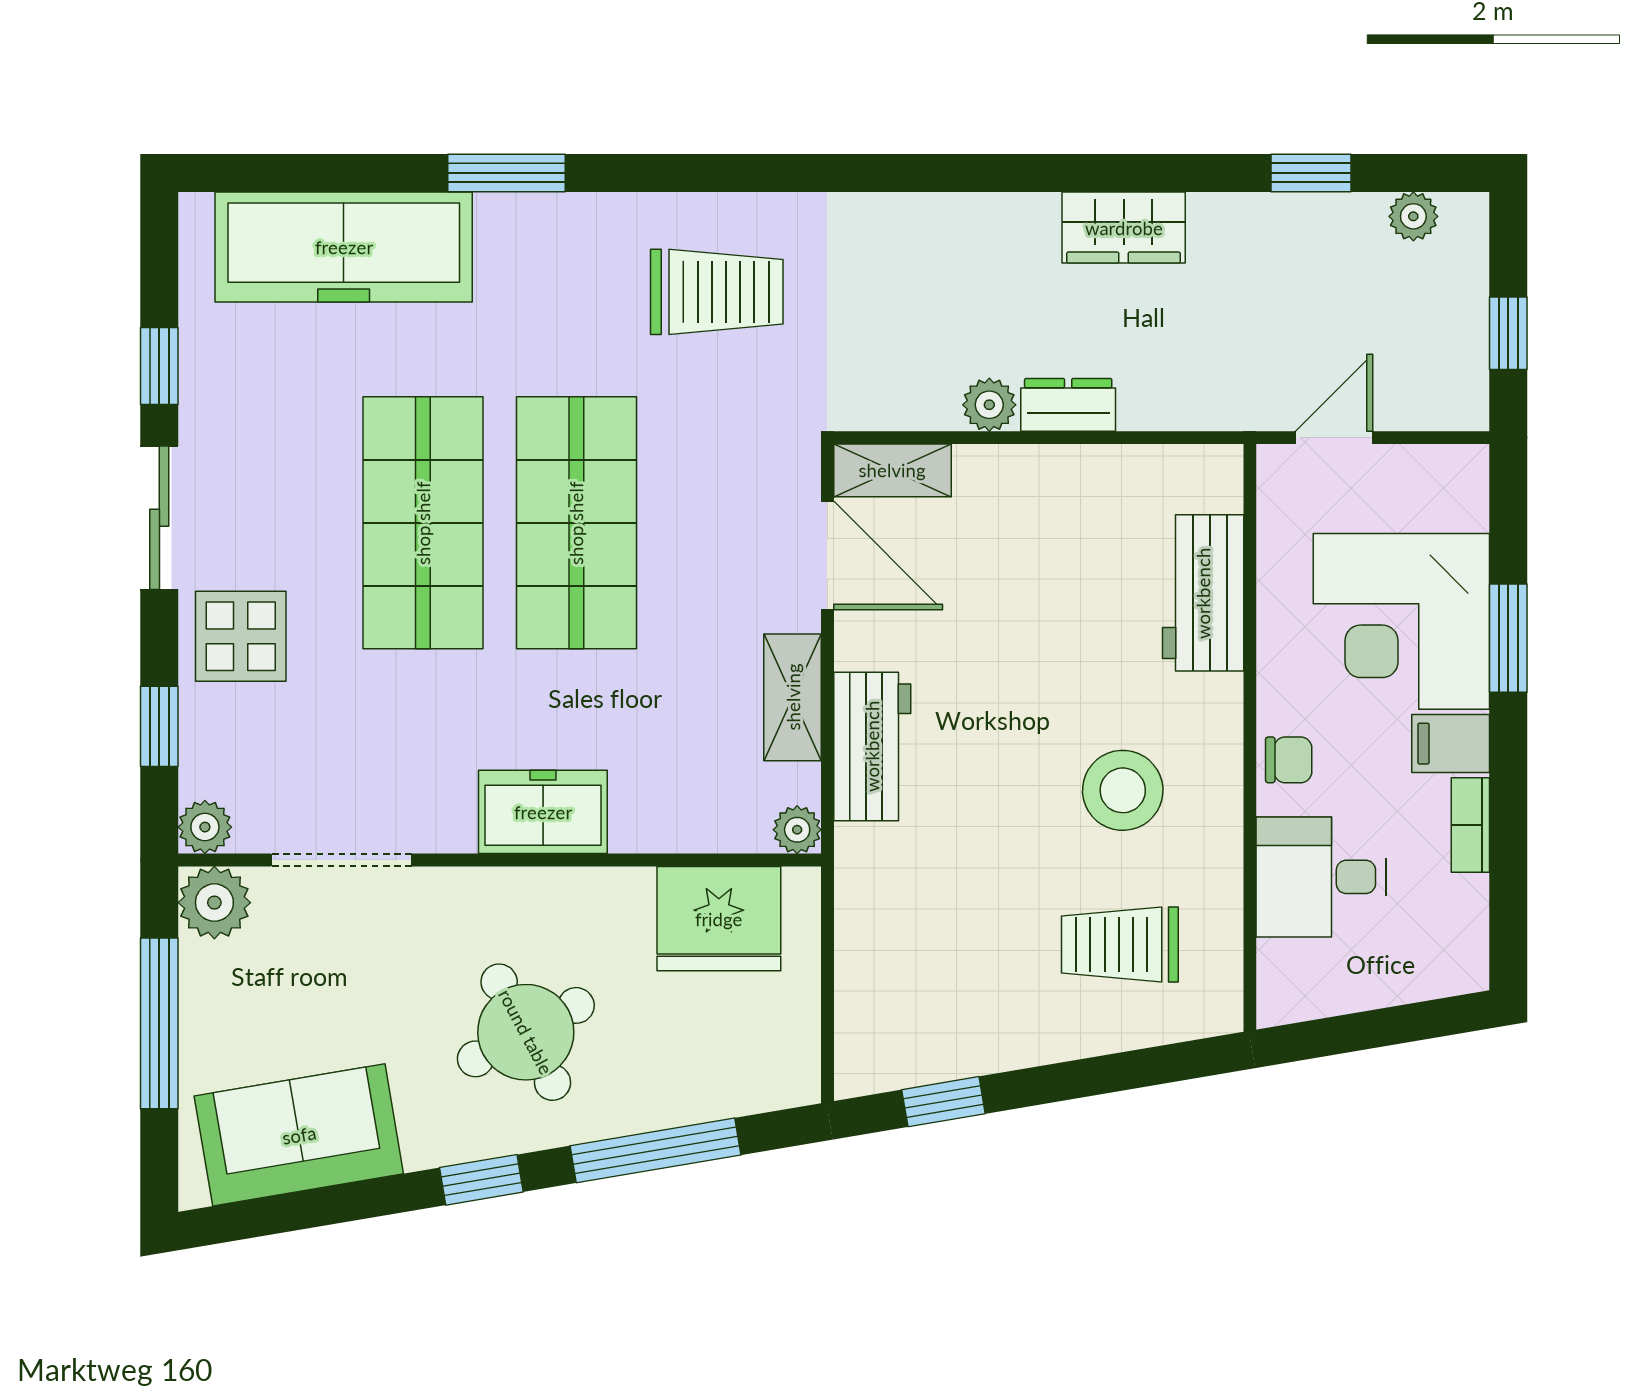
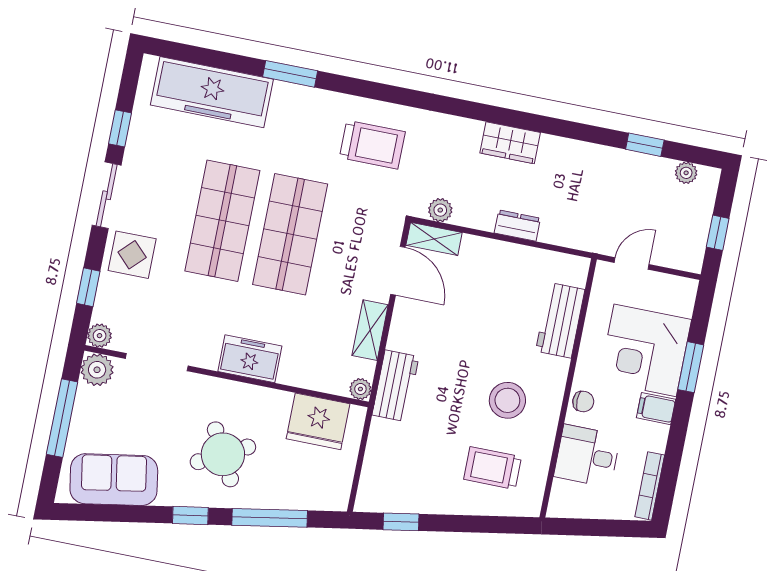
wardrobe: (1124, 228) -> (510, 143), moved
plant: (989, 405) -> (440, 210), moved
workbench: (872, 746) -> (395, 386), moved
bookcase: (1470, 825) -> (650, 486), moved, width x1.56

